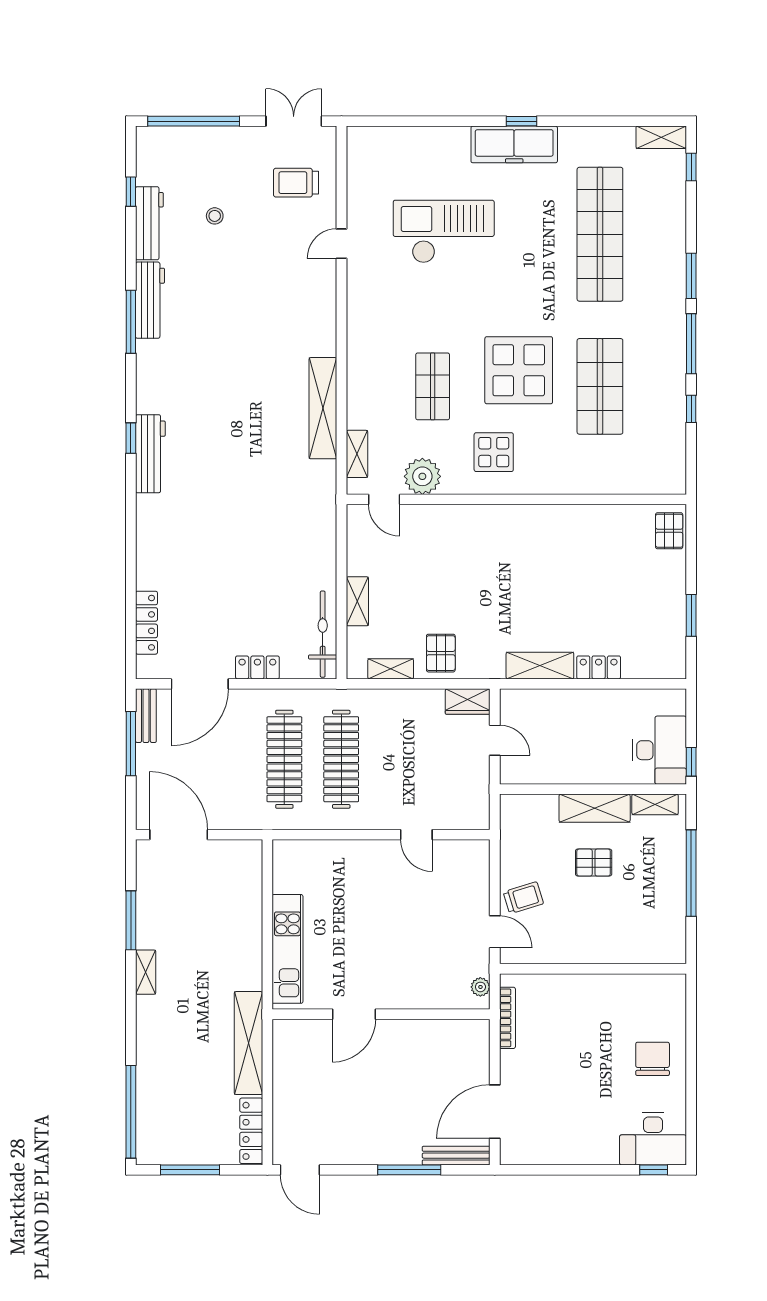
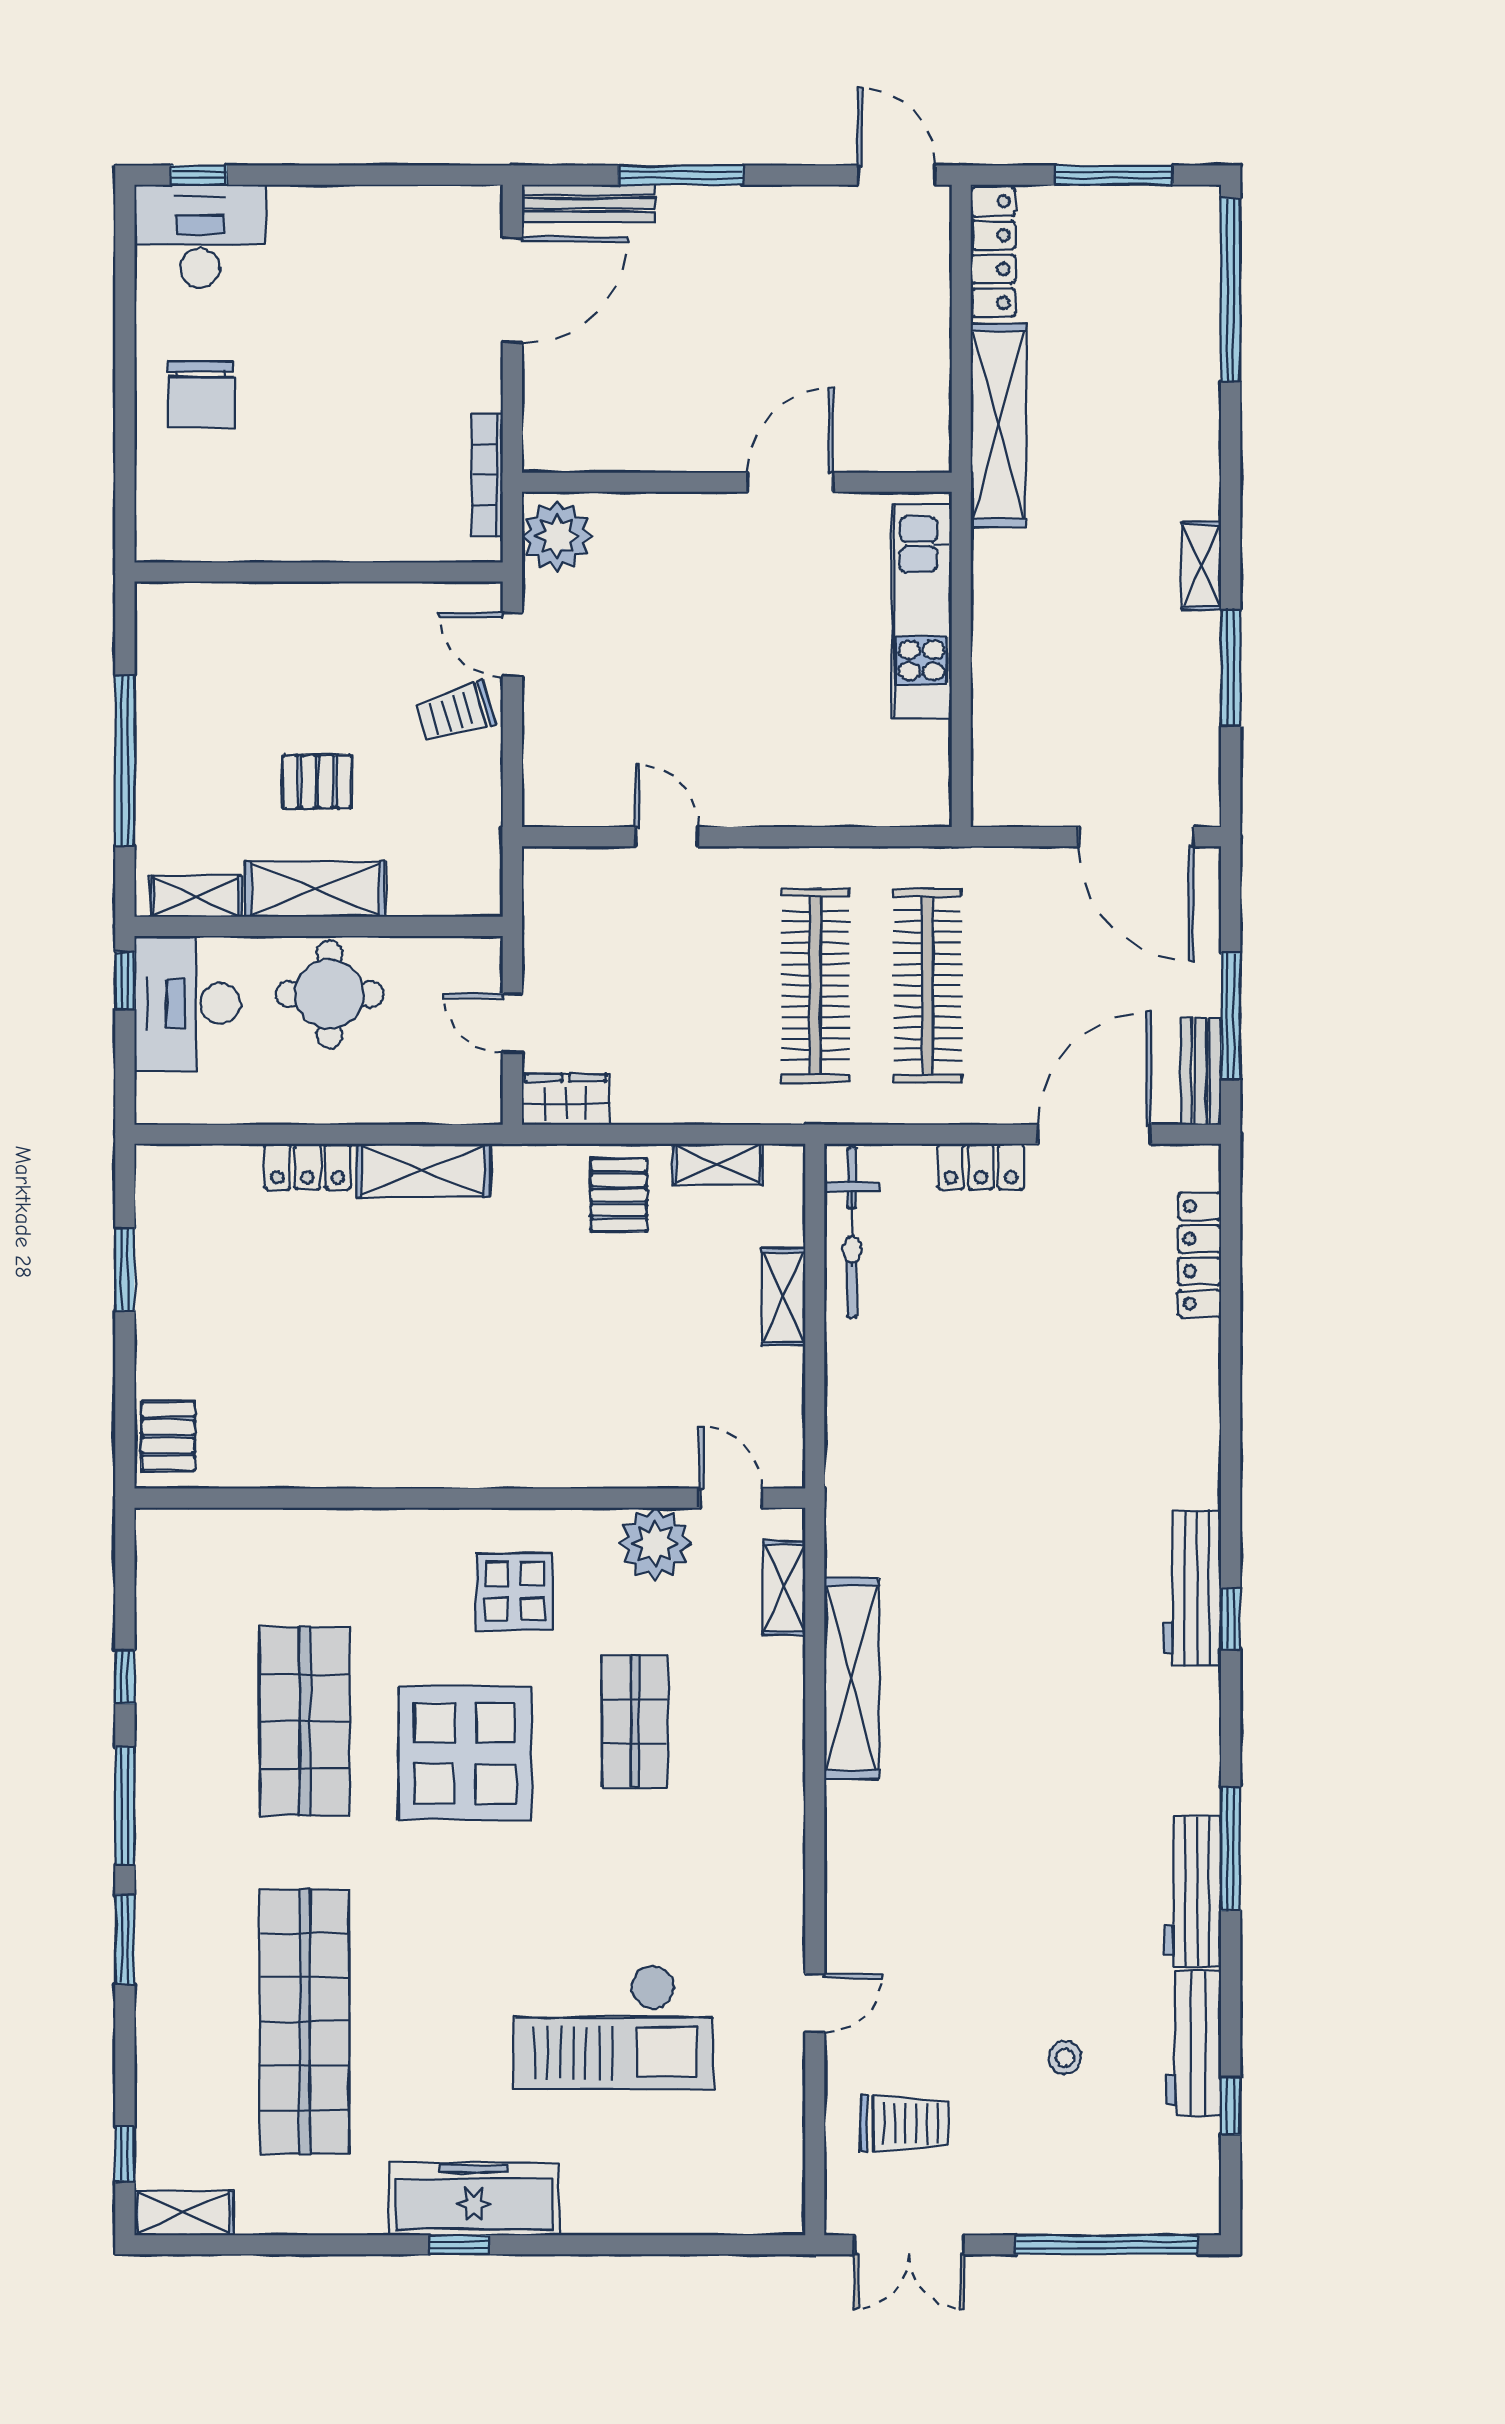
round table: (587, 755) -> (330, 994), added
plant: (480, 987) -> (557, 536), width x1.88, depth x1.88

